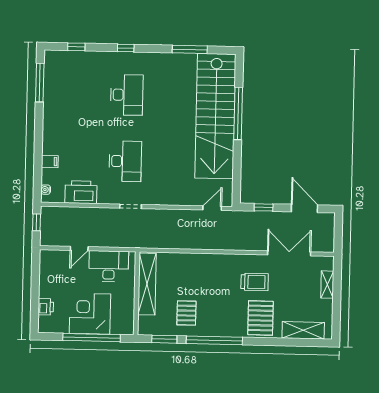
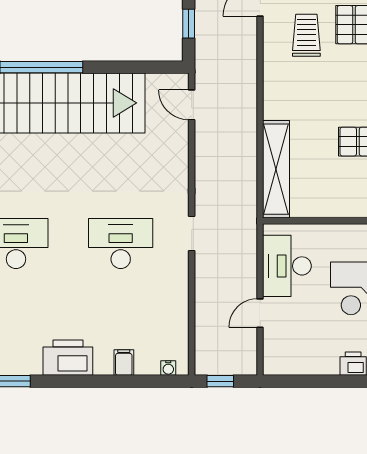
printer: (81, 192) -> (68, 358), moved, turned 90
door: (79, 249) -> (260, 313), swing flipped
shelving: (147, 284) -> (276, 169), moved, turned 90

